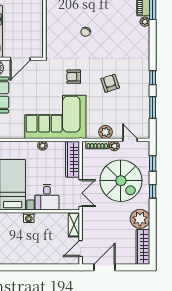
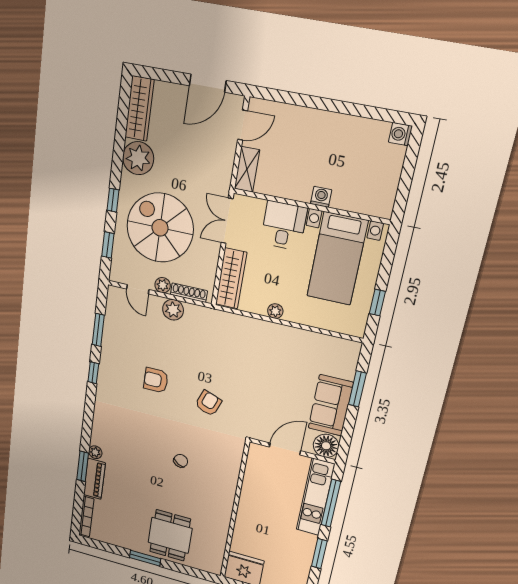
armchair: (74, 77) -> (208, 403), turned -70
armchair: (110, 83) -> (156, 380), turned 108
corner sofa: (55, 117) -> (247, 351), removed

